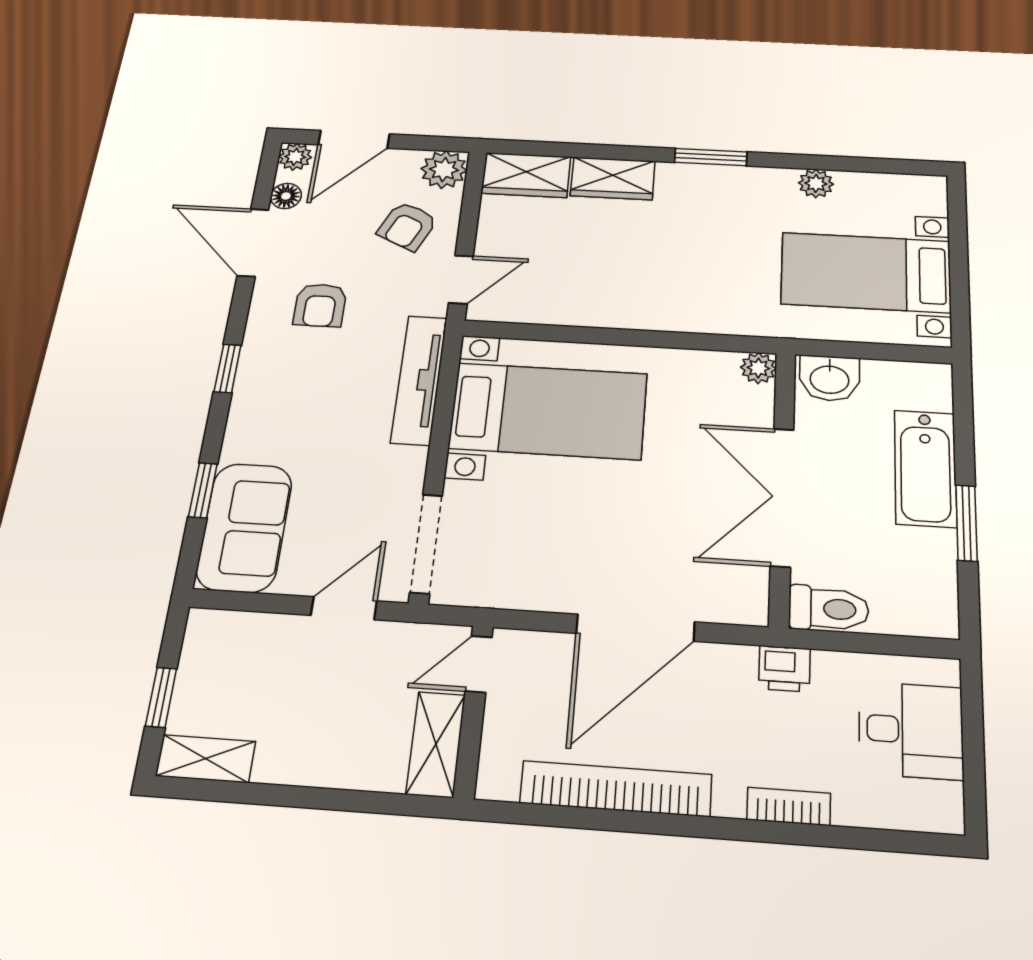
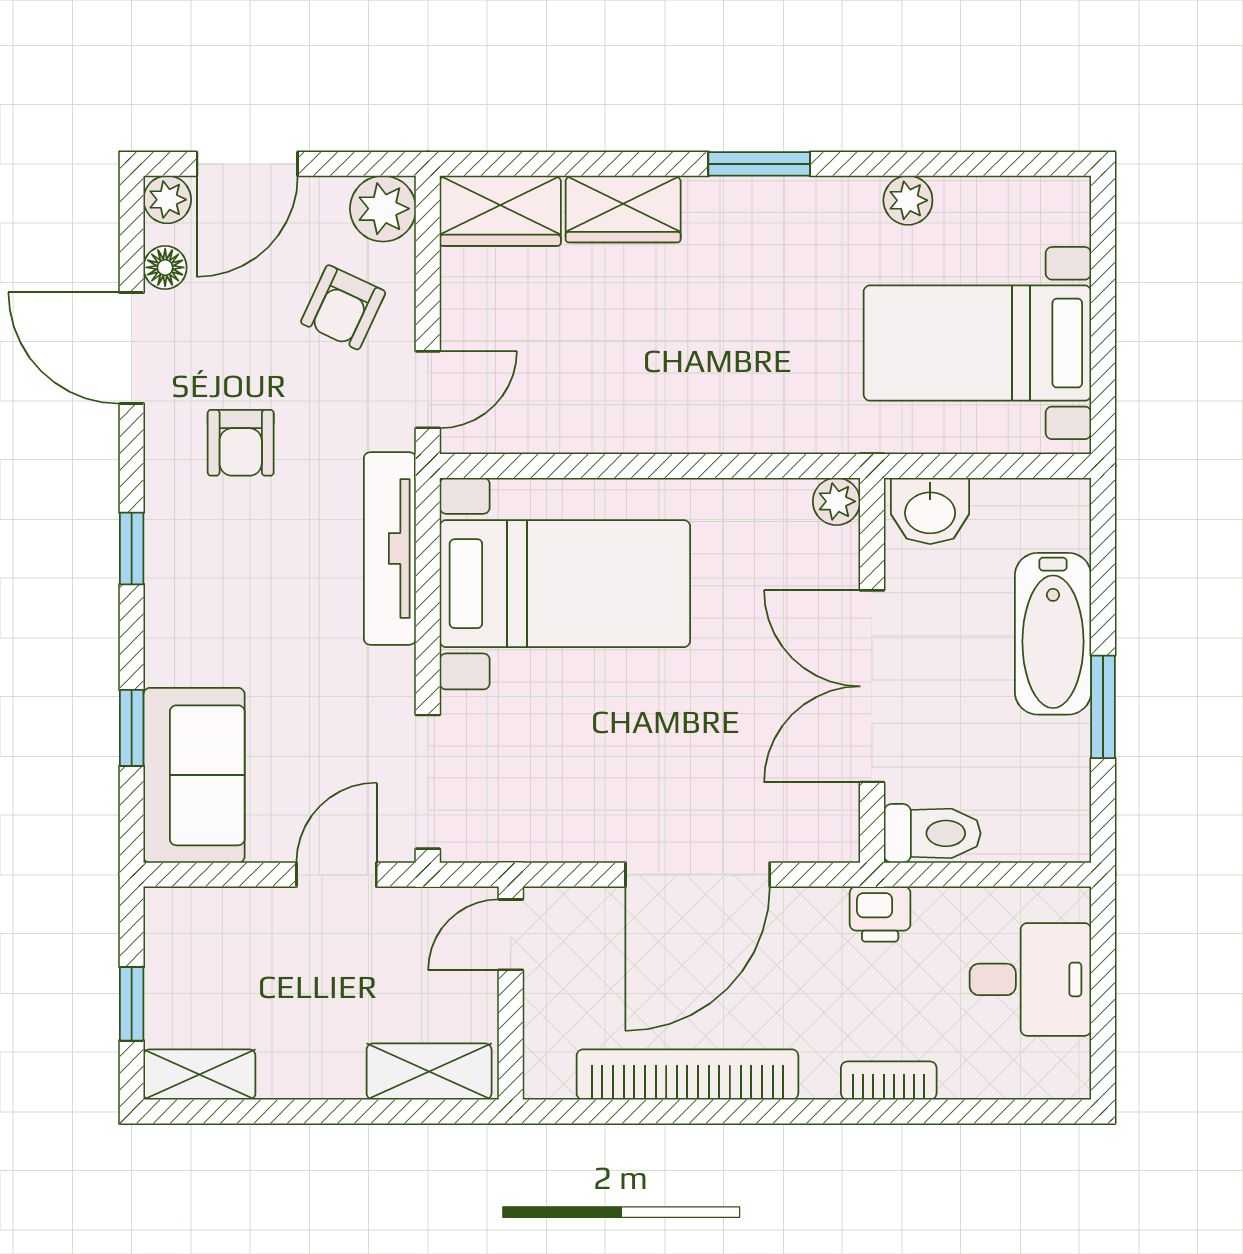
shelving: (436, 744) -> (429, 1072), moved, turned 90

